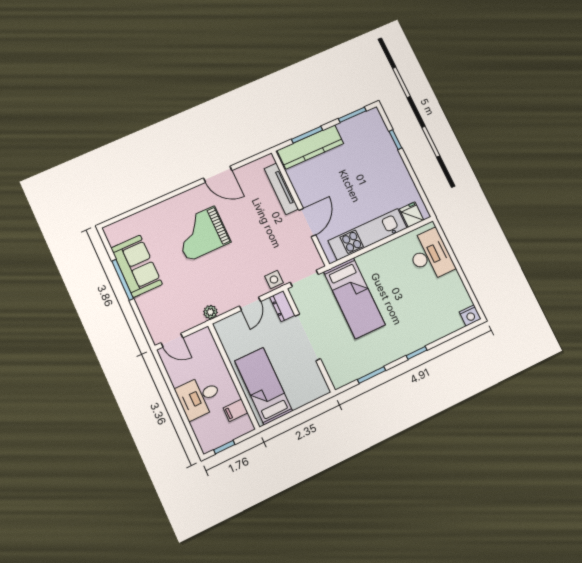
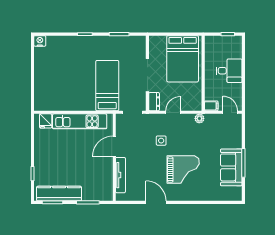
kitchen counter: (310, 147) -> (59, 194), moved
desk: (430, 255) -> (47, 90), removed
side table: (274, 280) -> (161, 141), moved
bed: (264, 386) -> (183, 59), width x1.50
filing cabinet: (235, 410) -> (211, 106), moved

